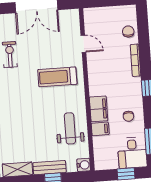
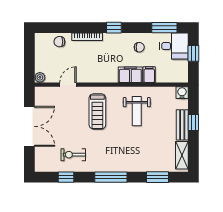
plant: (89, 13) -> (40, 77), added
weight bench: (70, 128) -> (137, 111), moved, turned -90

